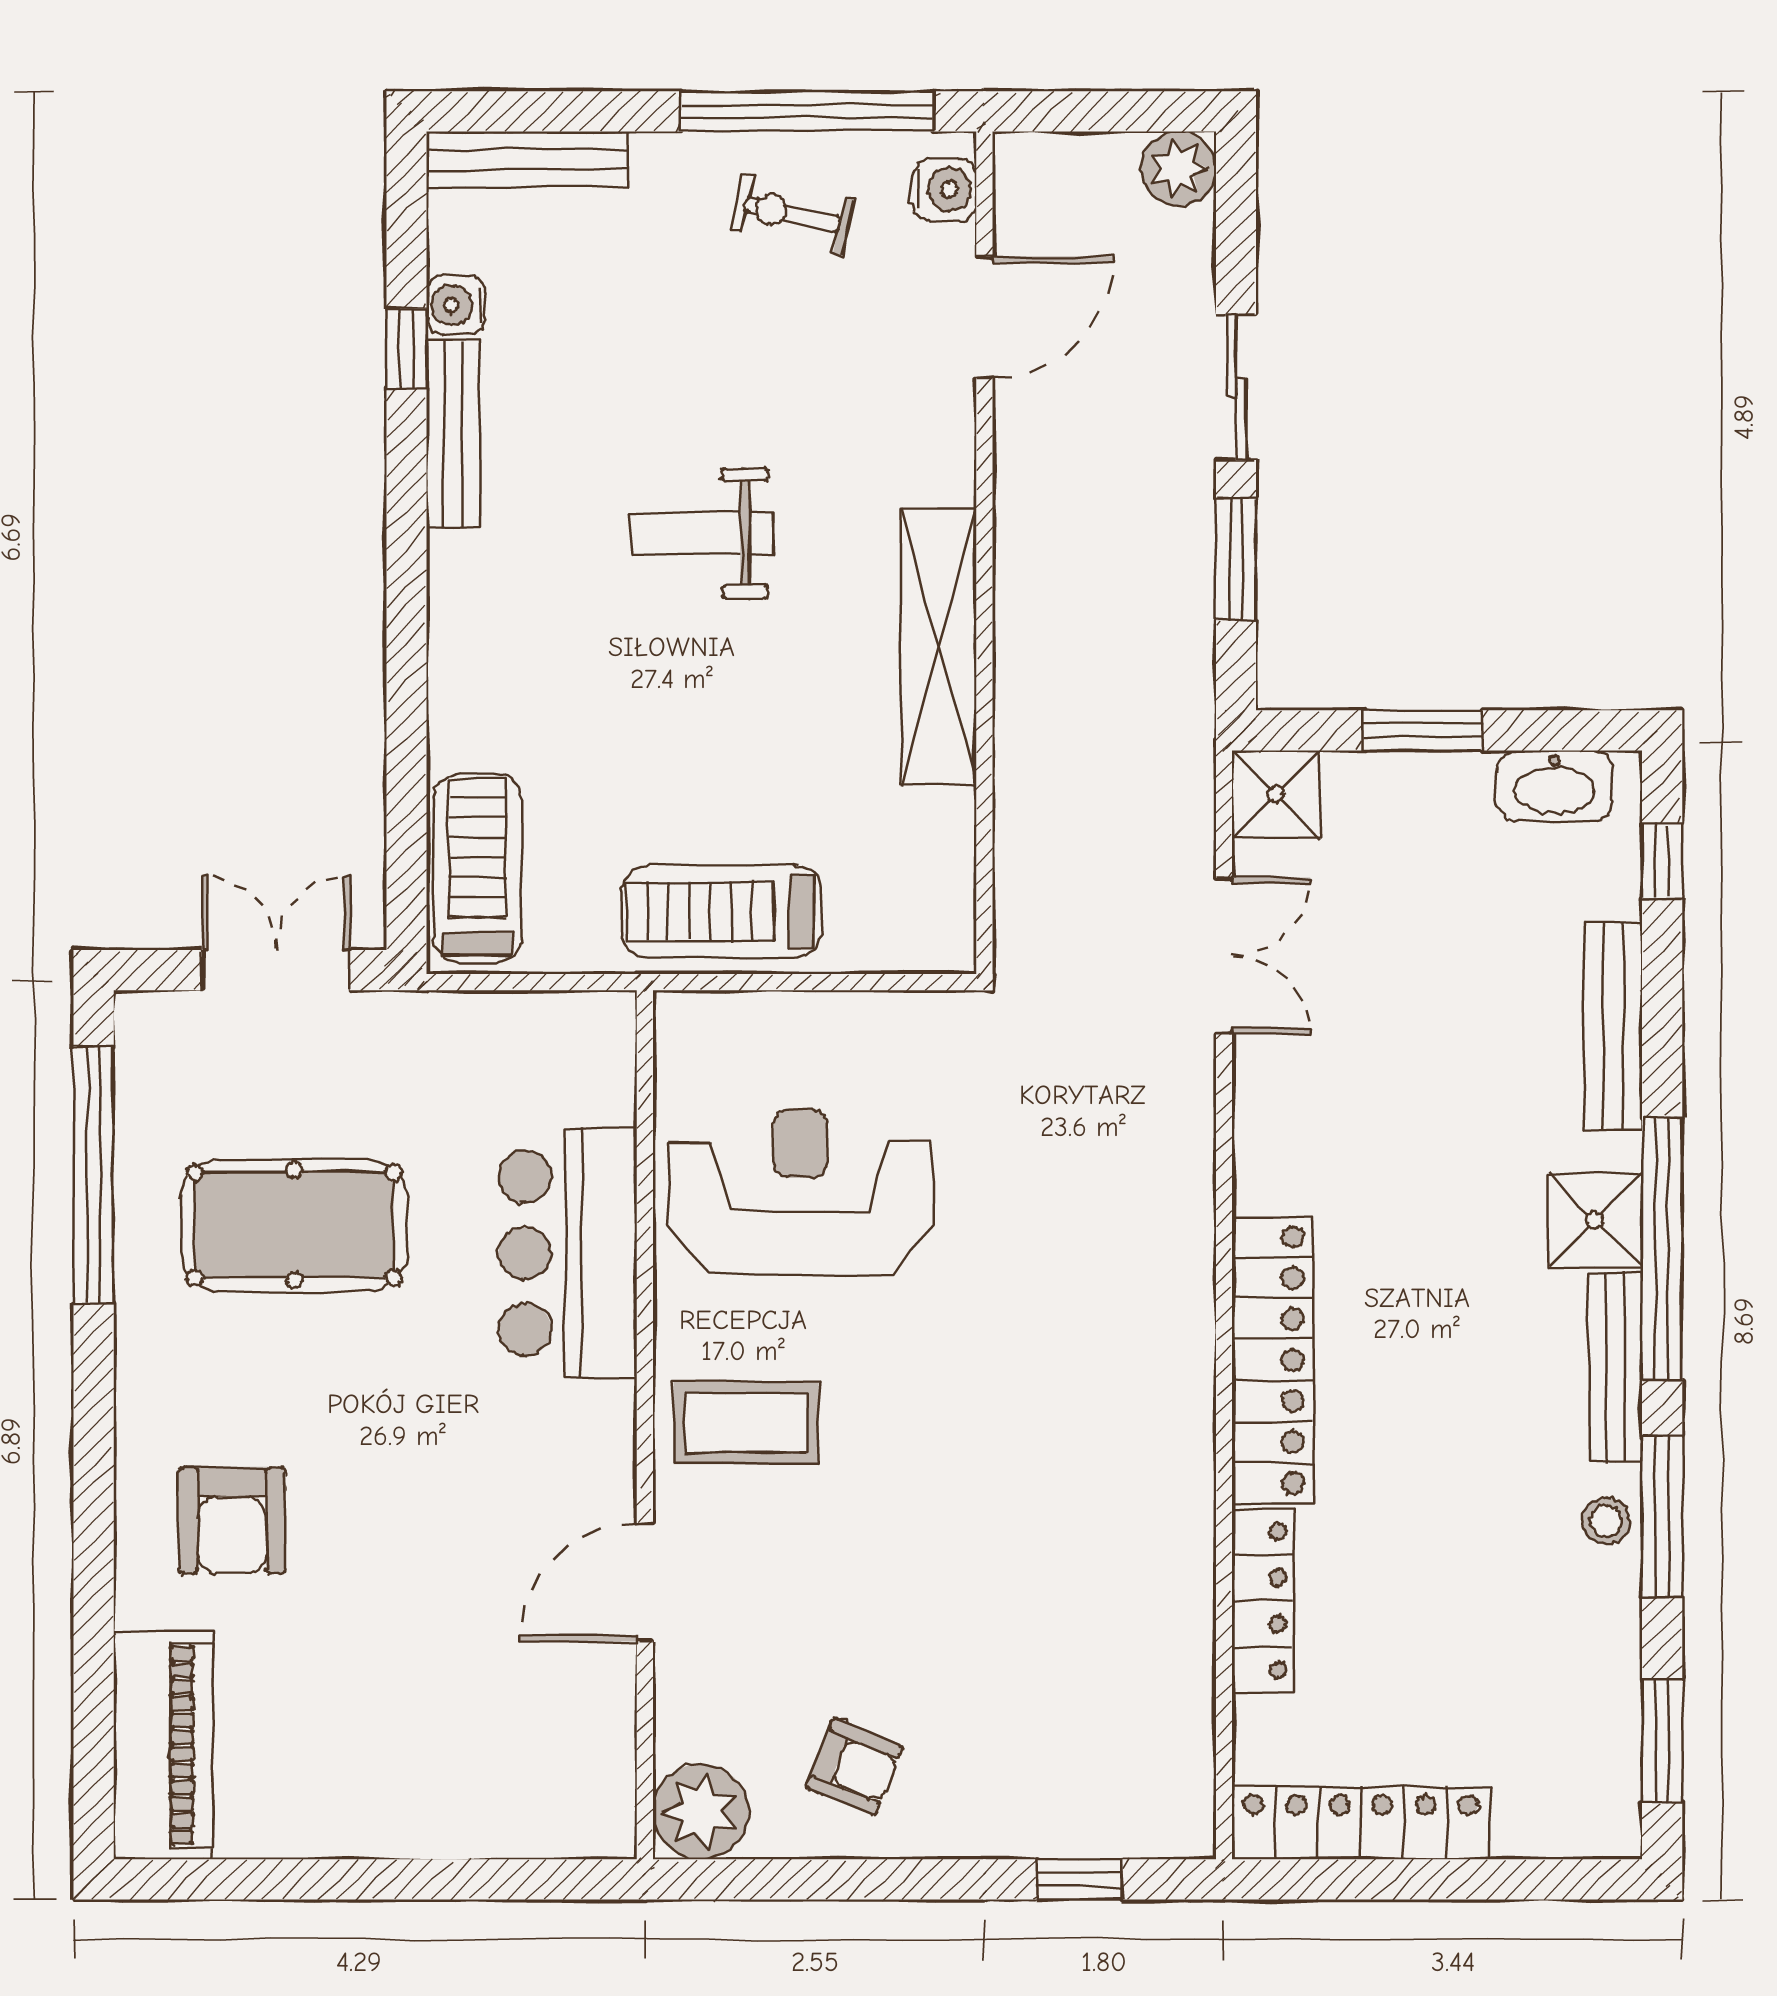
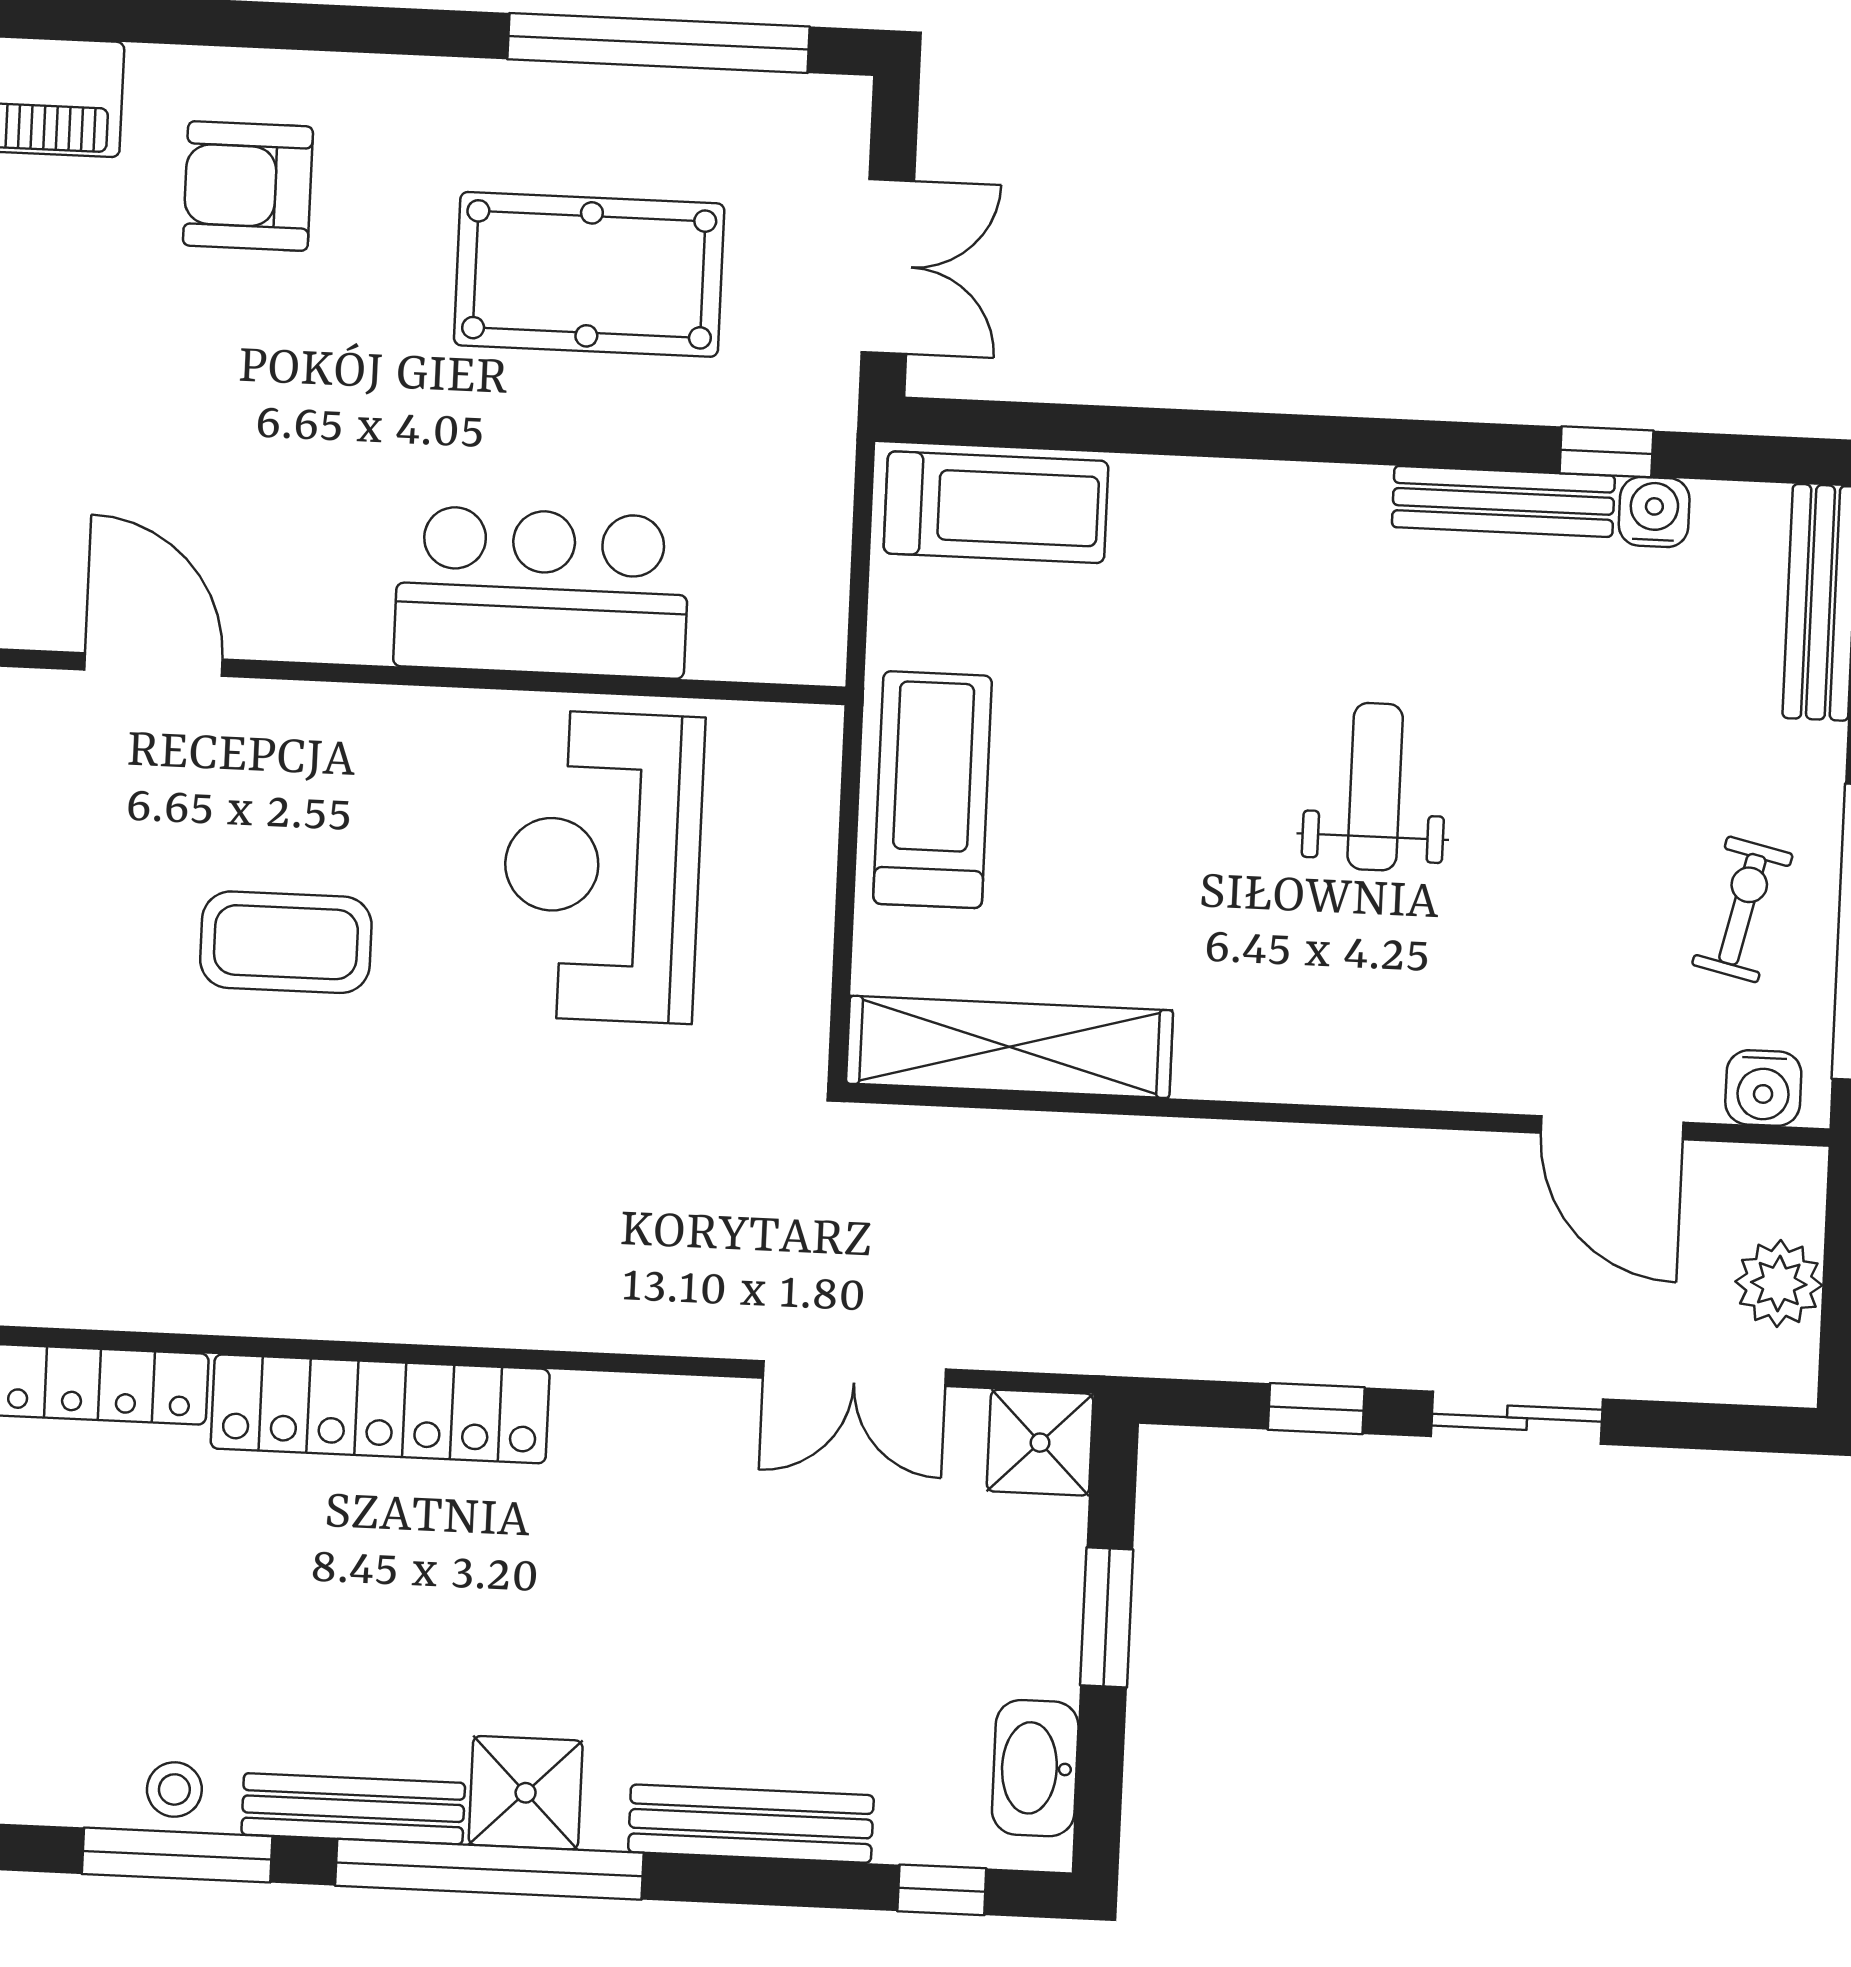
plant: (1179, 169) -> (1779, 1283), moved
window: (1236, 559) -> (1316, 1409), width x0.67
shelving: (939, 647) -> (1010, 1047), moved
reception desk: (800, 1191) -> (602, 867), turned 180
pool table: (294, 1225) -> (589, 274), turned 90
coffee table: (746, 1423) -> (286, 942), moved, turned 90

